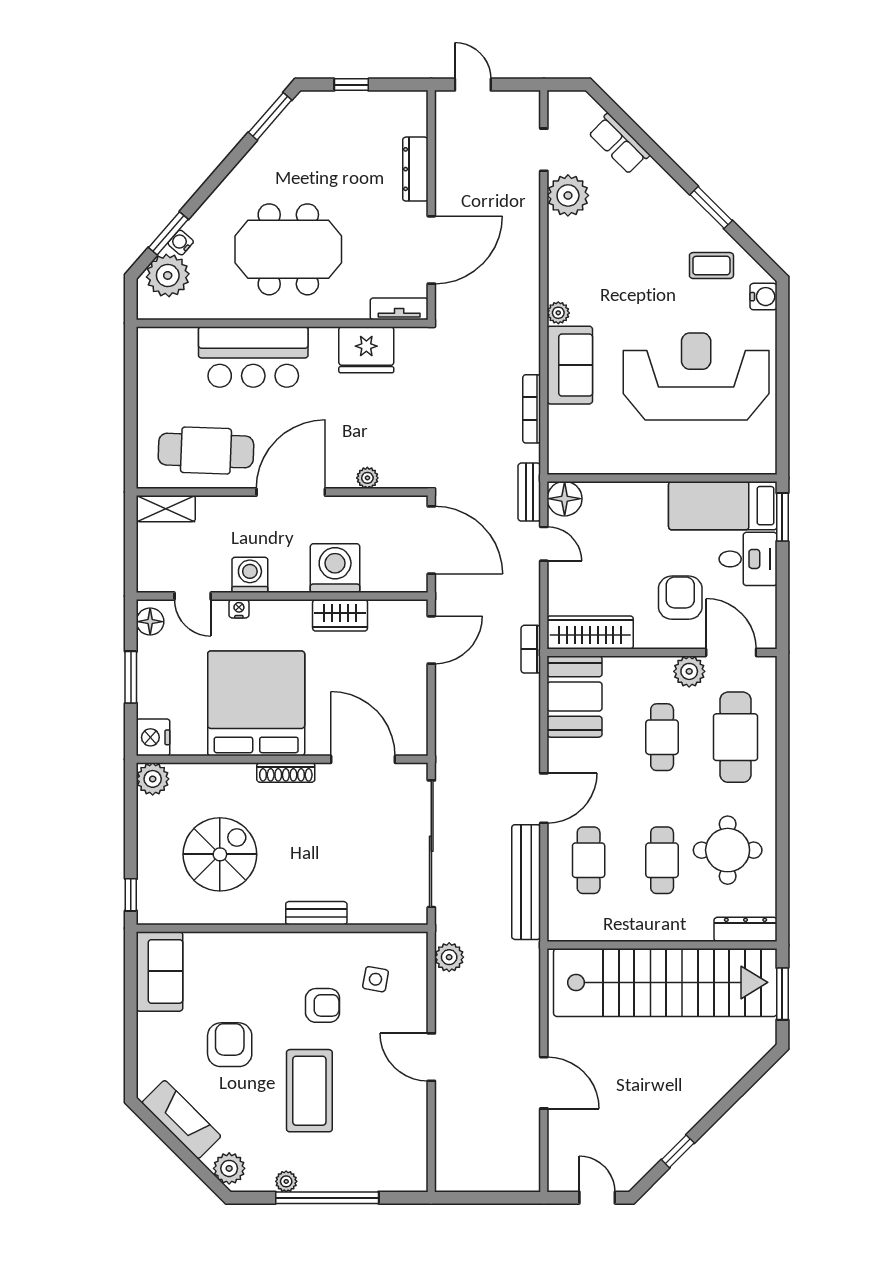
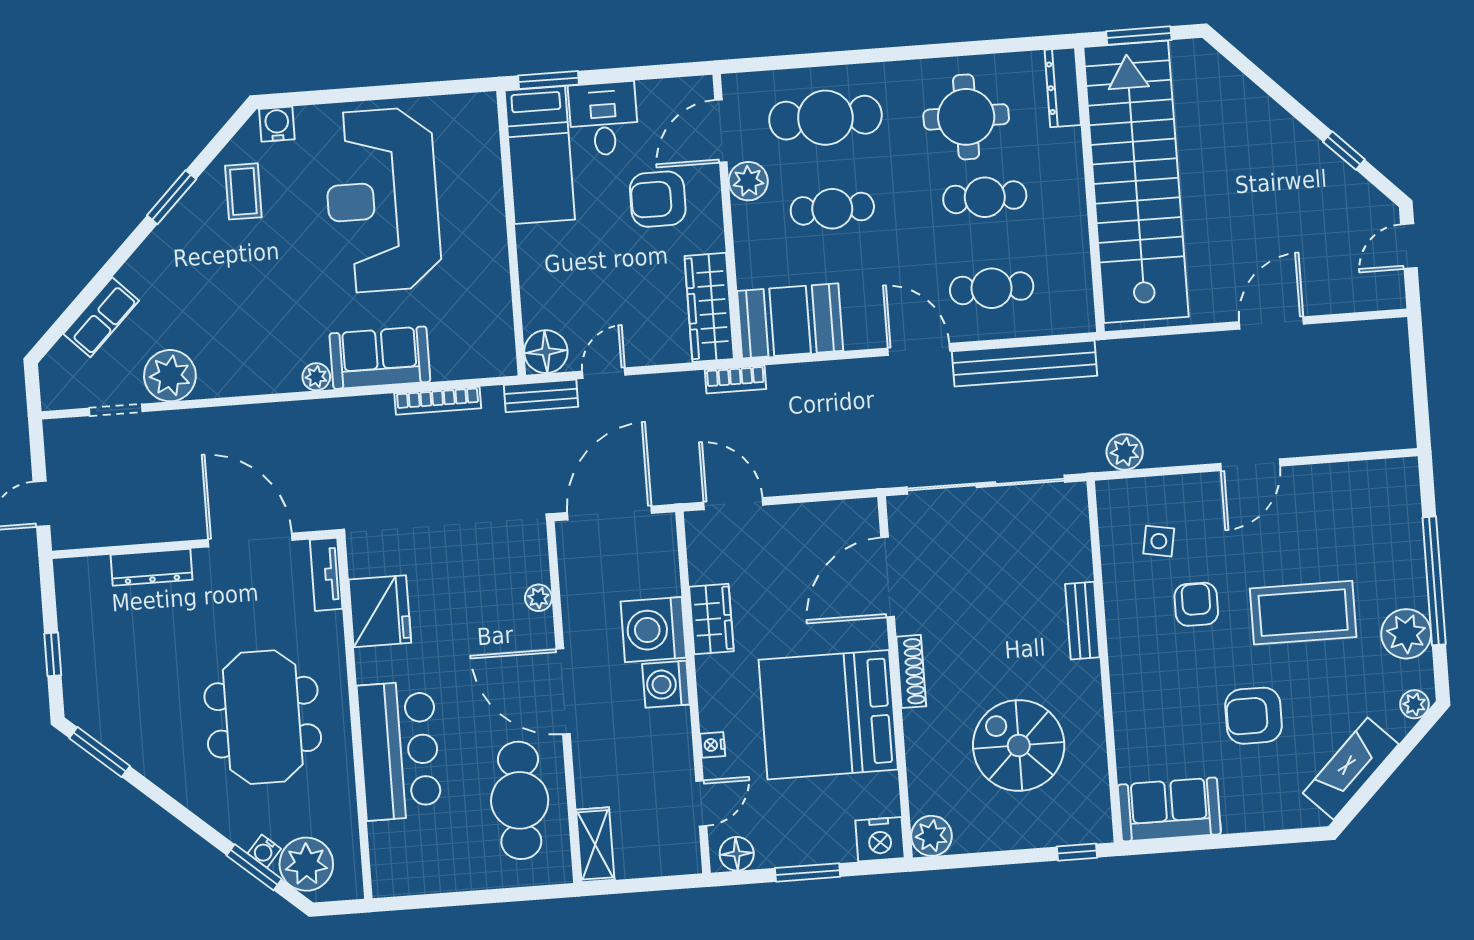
washing machine: (250, 575) -> (666, 684), moved
plant: (229, 1168) -> (1414, 704), width x0.73, depth x0.73
plant: (286, 1181) -> (1406, 634), width x1.87, depth x1.87

